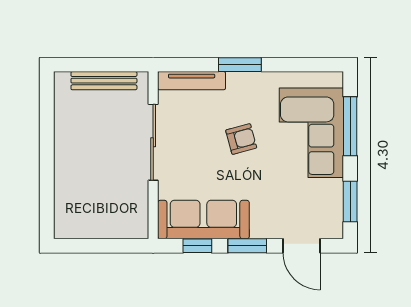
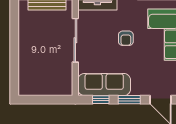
armchair: (241, 139) -> (126, 38), turned 105

